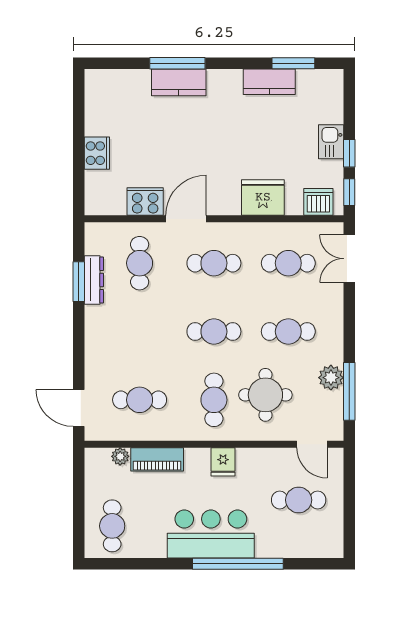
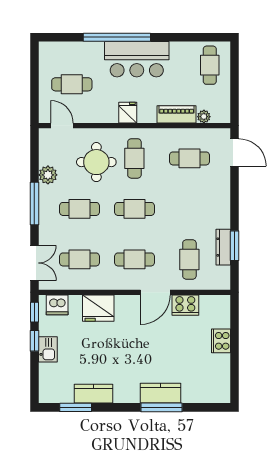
window: (349, 391) -> (34, 203), moved

